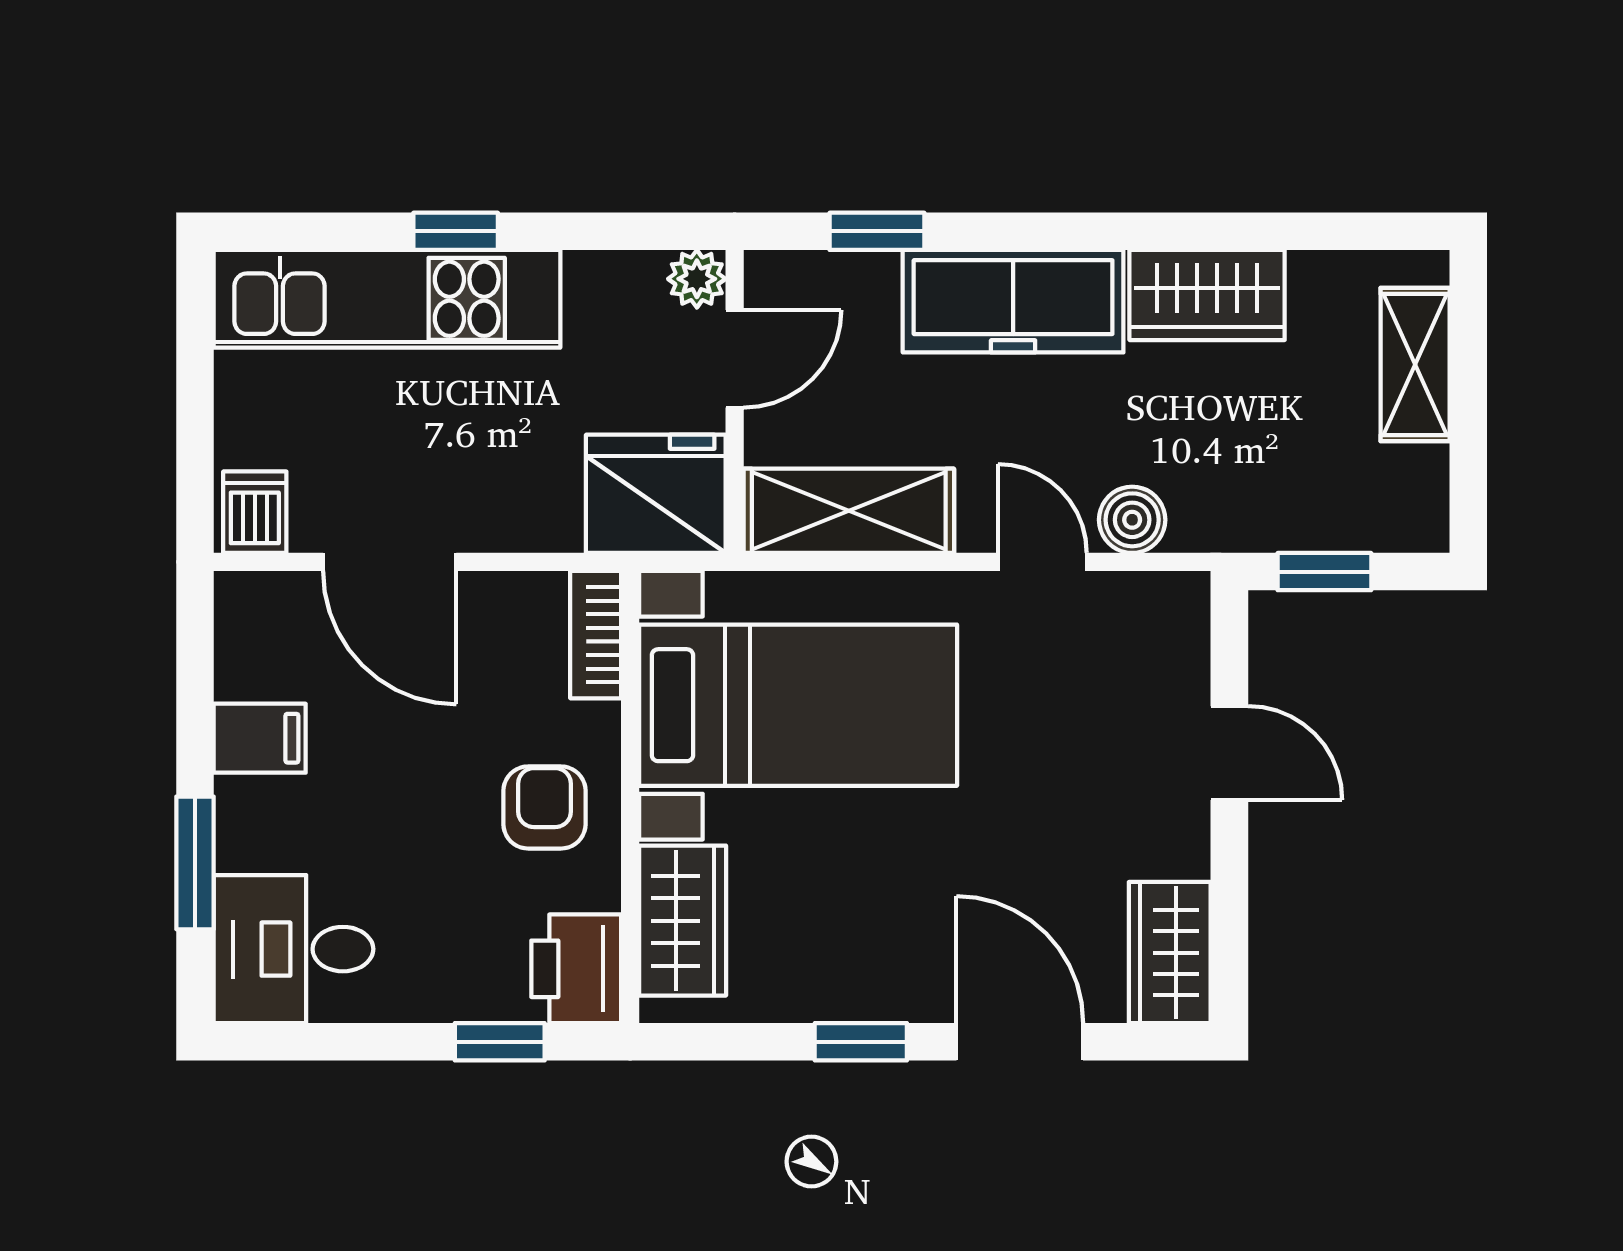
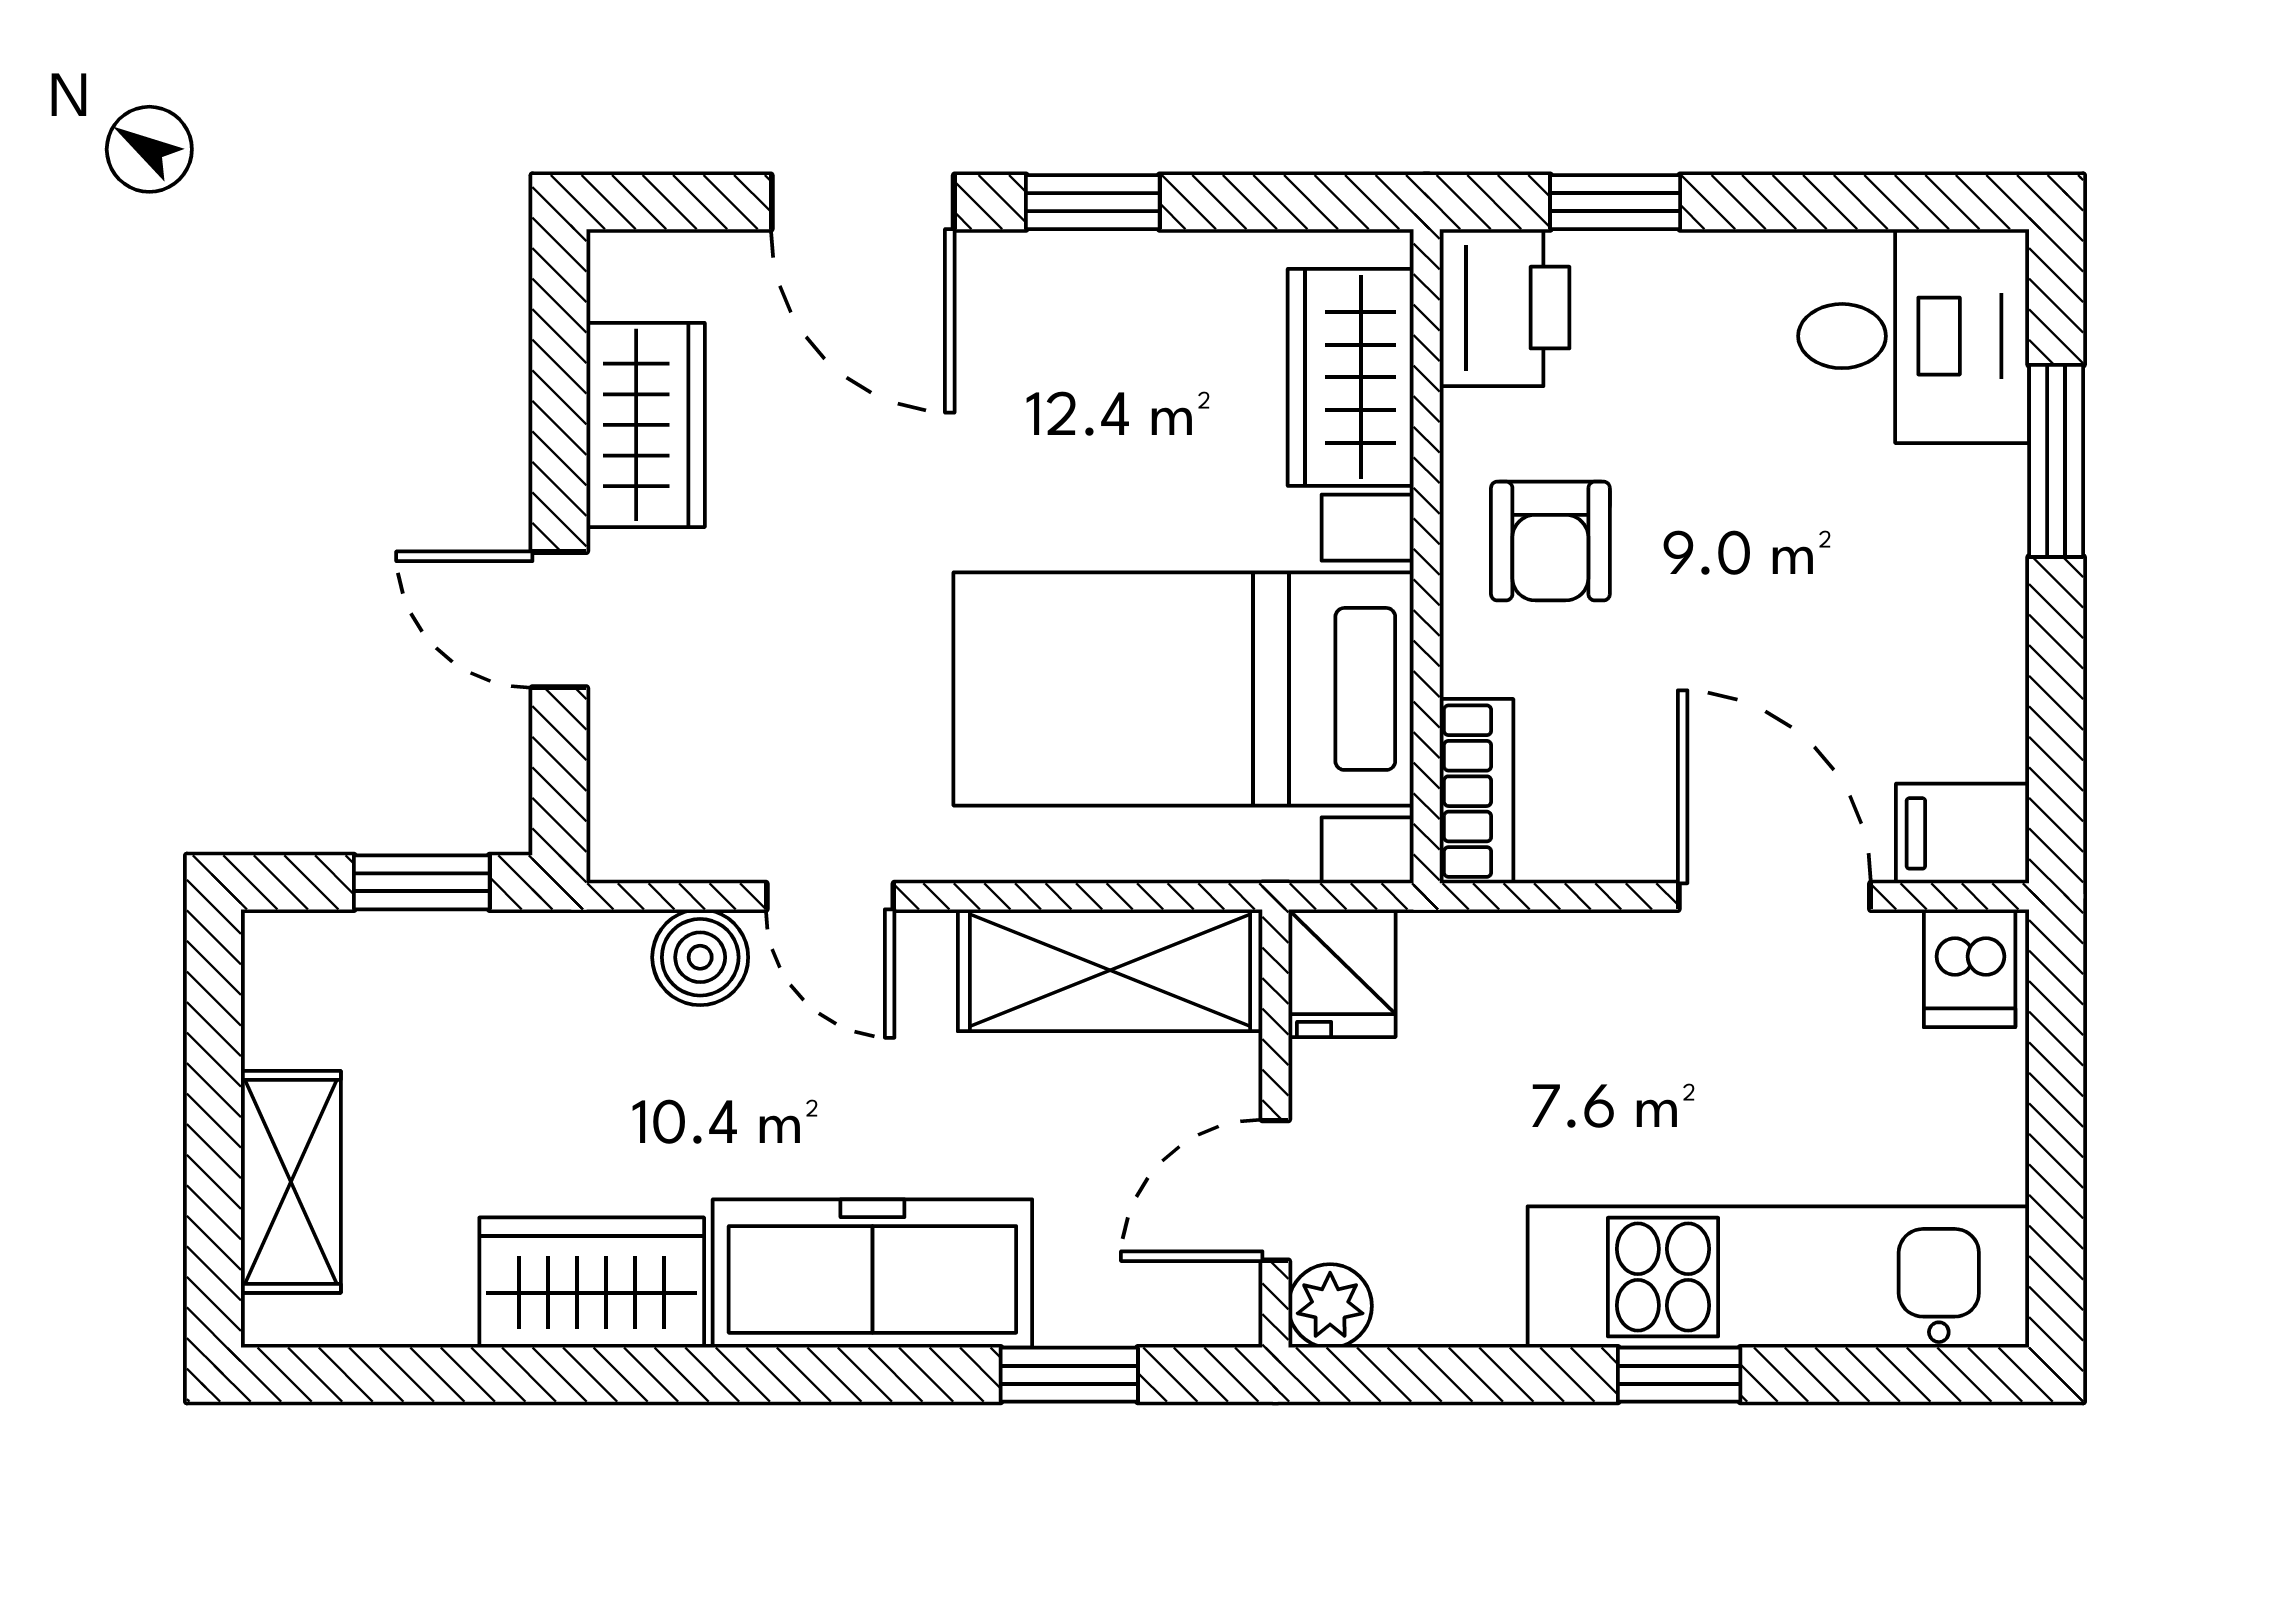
fridge: (656, 494) -> (1342, 973), width x0.53, depth x0.75
filing cabinet: (260, 738) -> (1963, 833), moved
wardrobe: (1170, 953) -> (646, 425), moved

